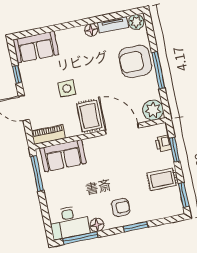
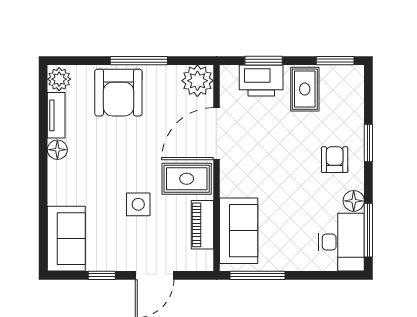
piano: (48, 135) -> (202, 225), moved
printer: (163, 143) -> (261, 81), width x1.87, depth x1.48

